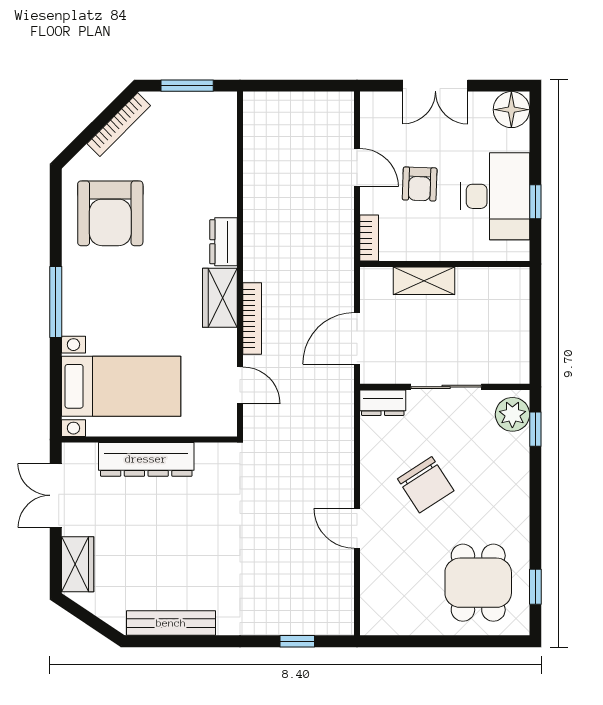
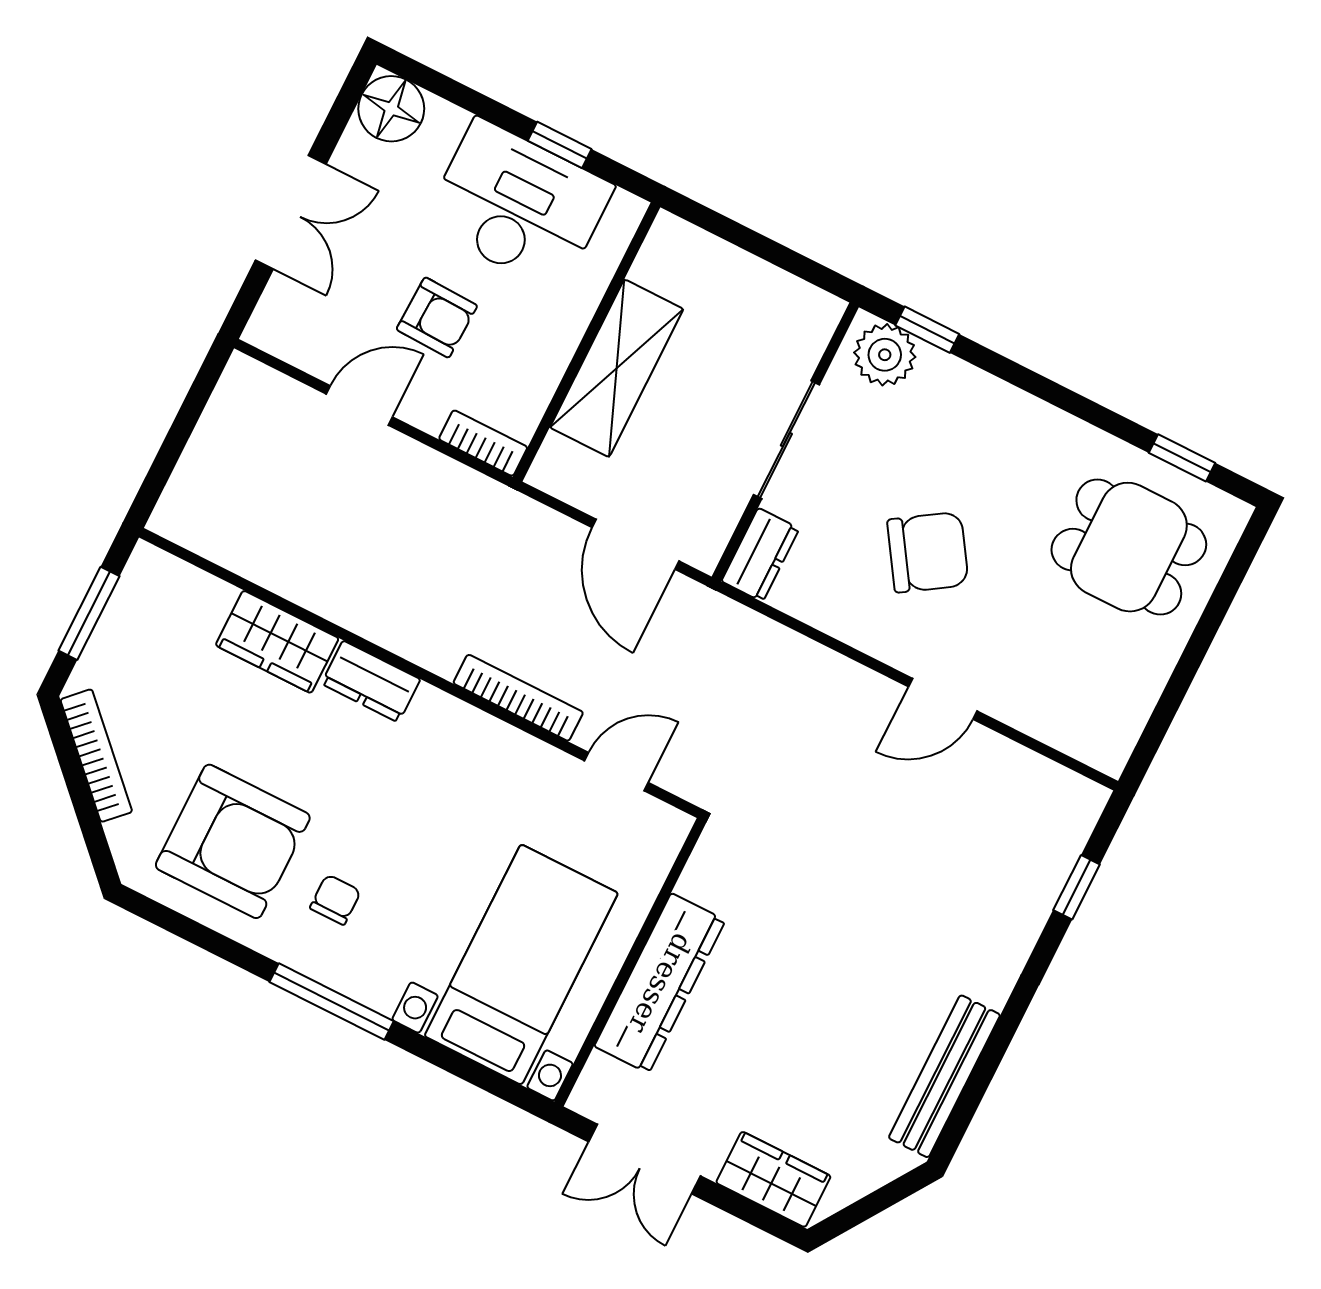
chair: (107, 278) -> (335, 900), added
shelving: (424, 281) -> (617, 368), width x1.50, depth x1.33
wardrobe: (220, 298) -> (277, 642), moved

